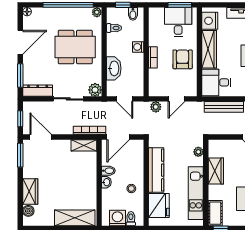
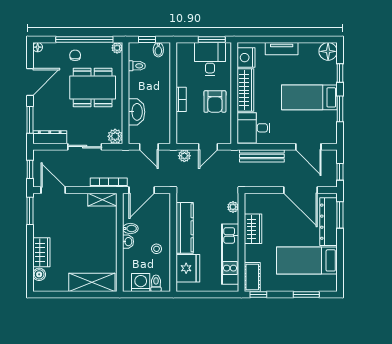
chair: (60, 19) -> (75, 55), added
washing machine: (138, 47) -> (164, 87), removed
armchair: (183, 59) -> (215, 101), turned 180

